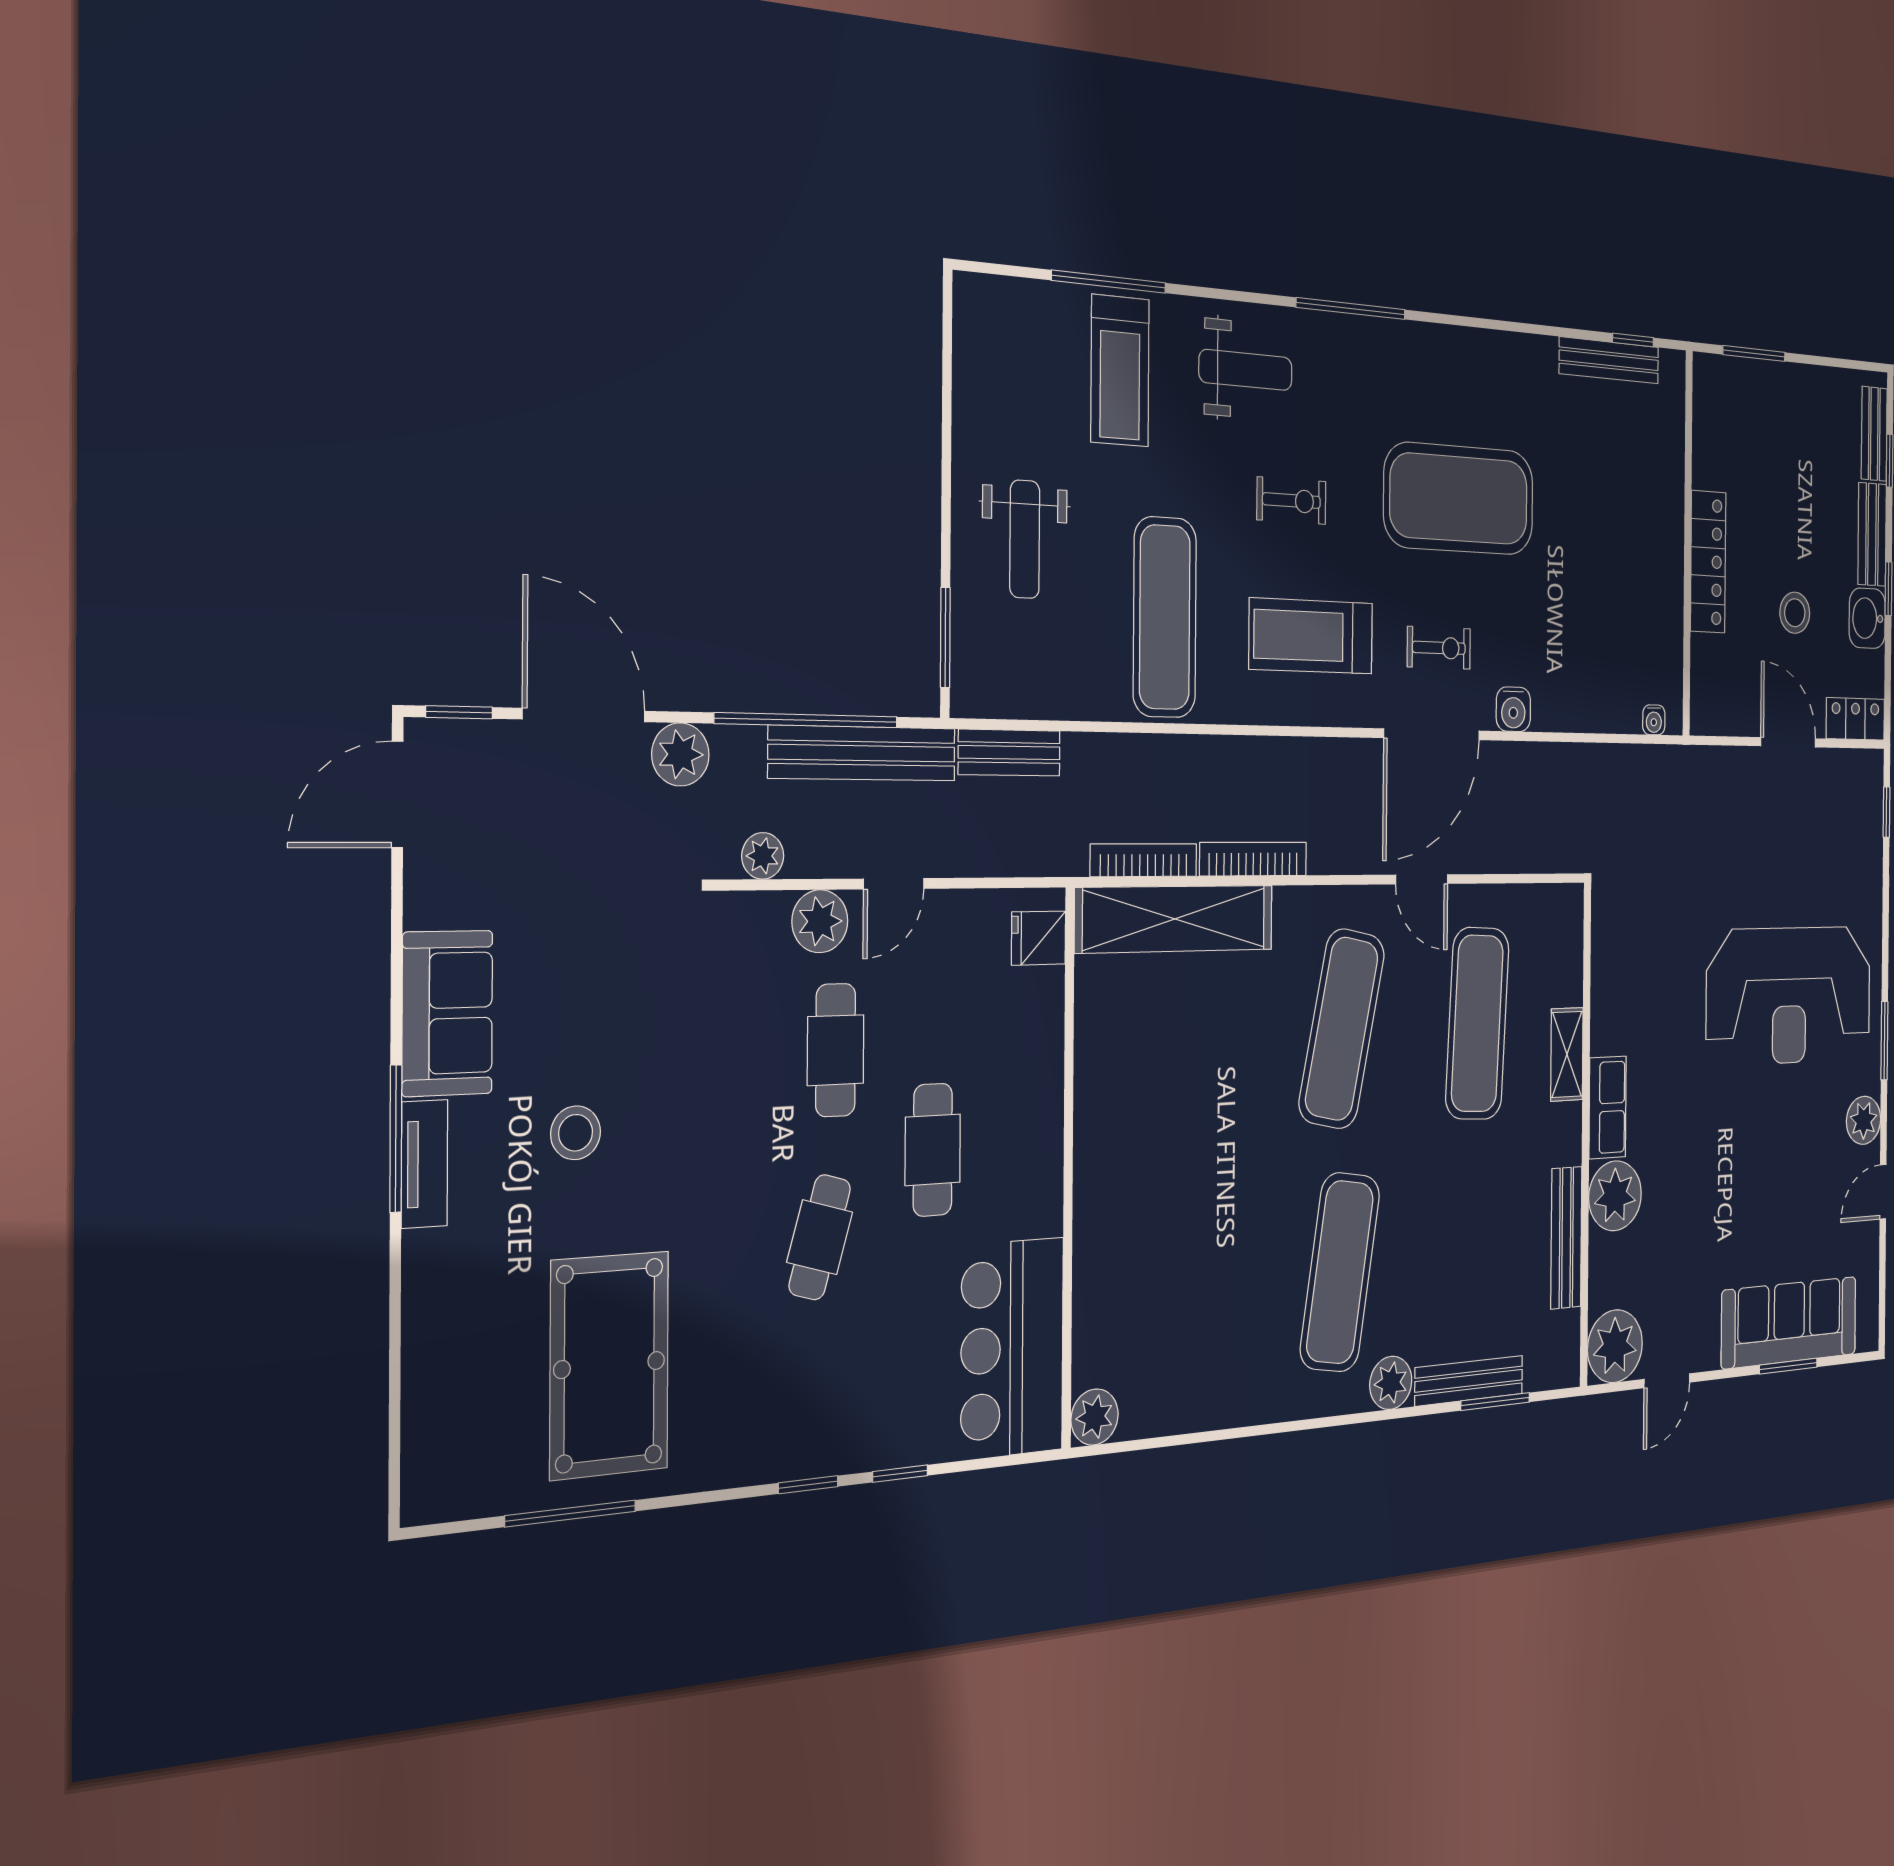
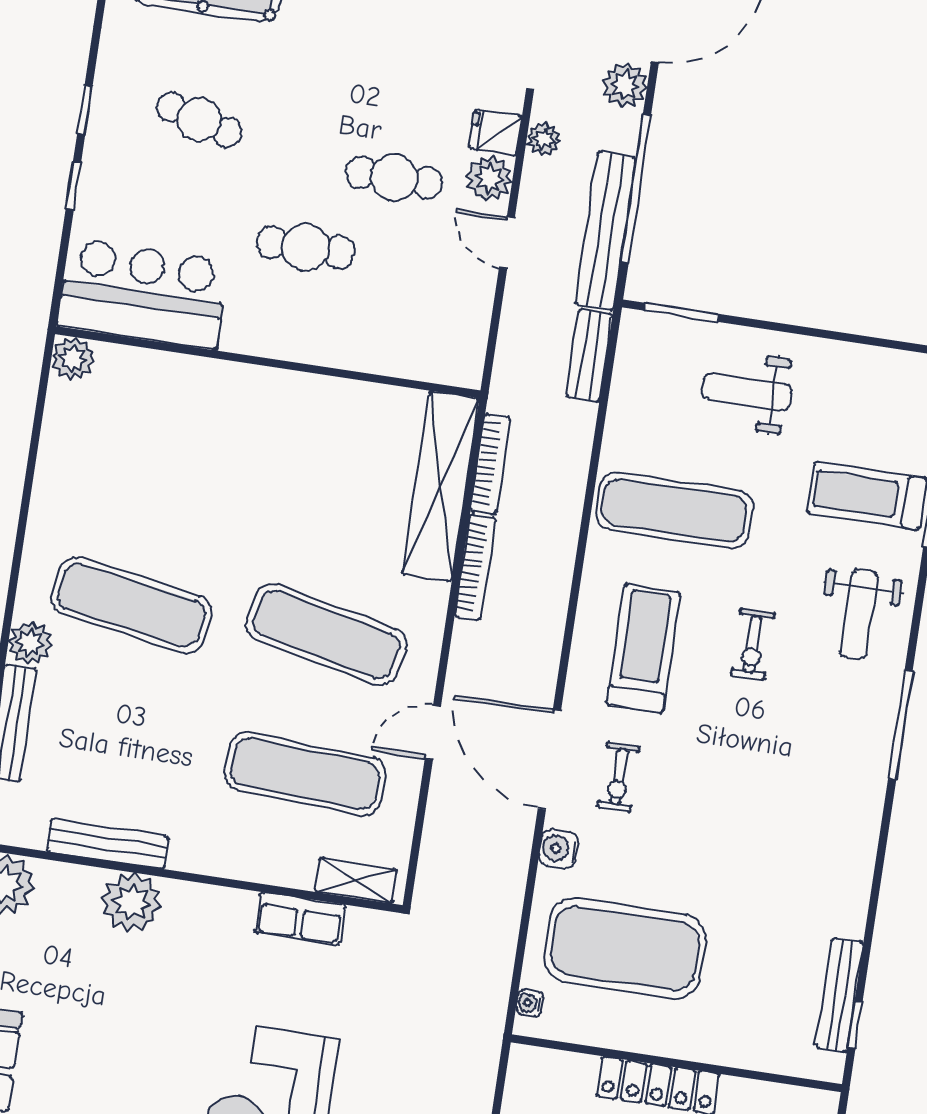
exercise mat: (1459, 499) -> (625, 948), moved, turned 90
fridge: (1039, 938) -> (495, 132), moved, turned -90
shelving: (1567, 1054) -> (356, 880), moved
row of seats: (1608, 1107) -> (300, 919), moved
cafe table: (820, 1237) -> (199, 120), moved

